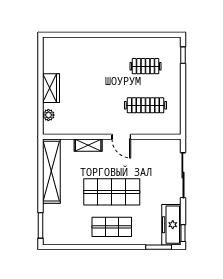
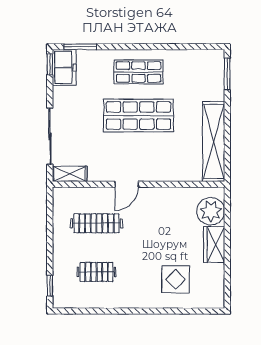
display table: (82, 60) -> (176, 279), added
plant: (48, 115) -> (211, 211), width x1.88, depth x1.88
door: (121, 137) -> (127, 184), swing flipped
shelving: (88, 145) -> (70, 174), moved
freezer: (171, 225) -> (64, 68), width x0.71

